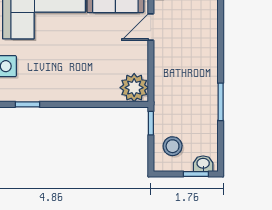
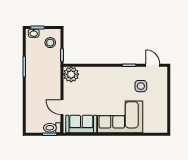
door: (151, 27) -> (62, 107), swing flipped

